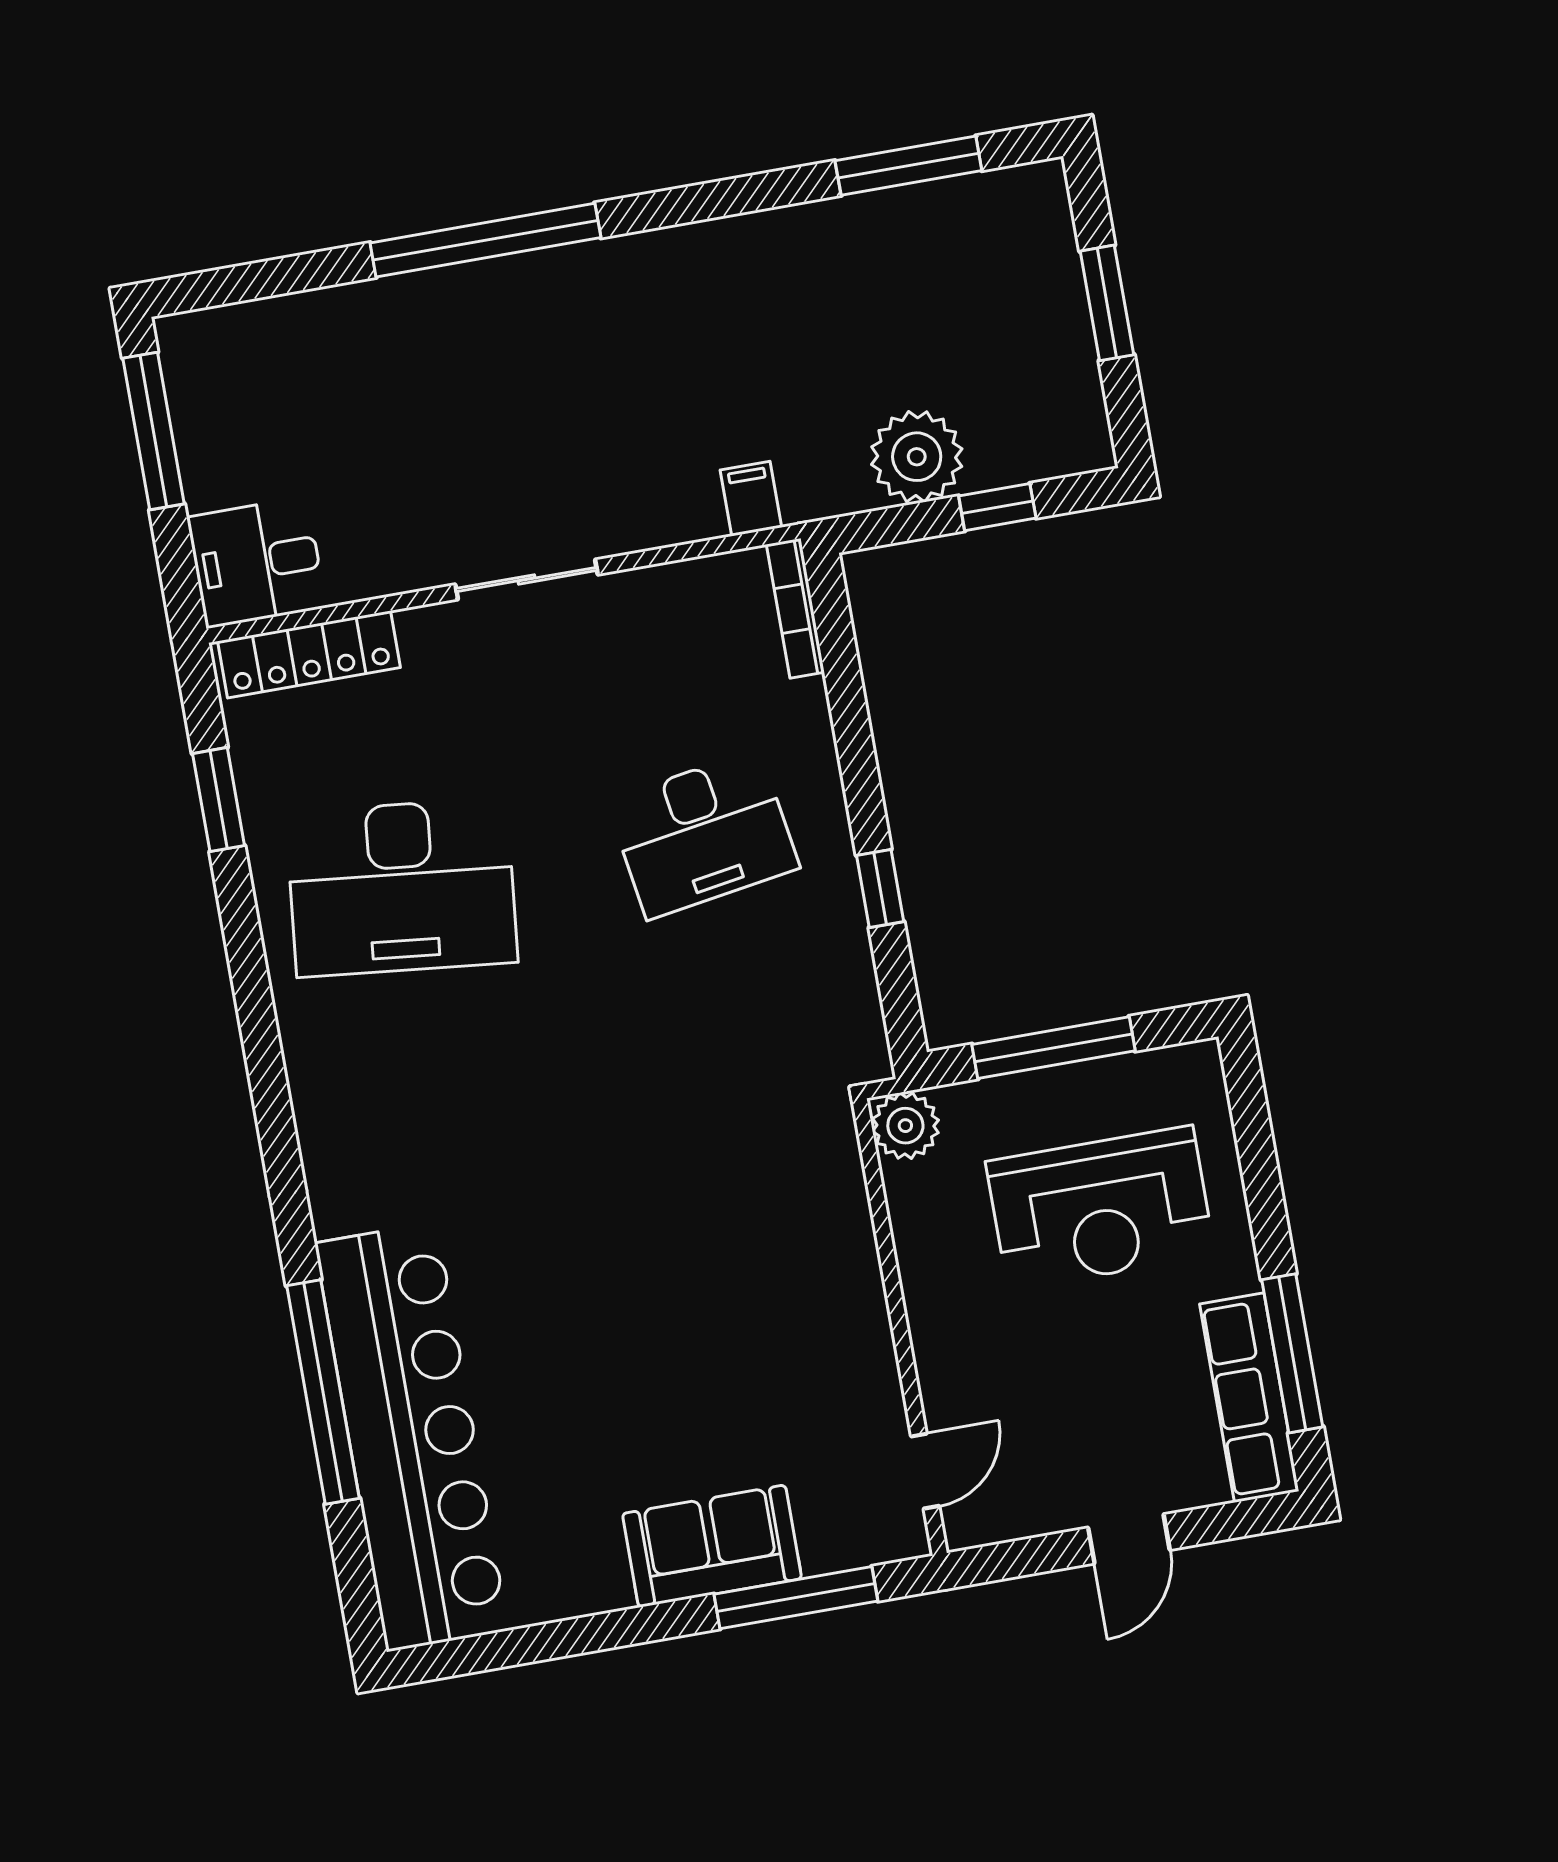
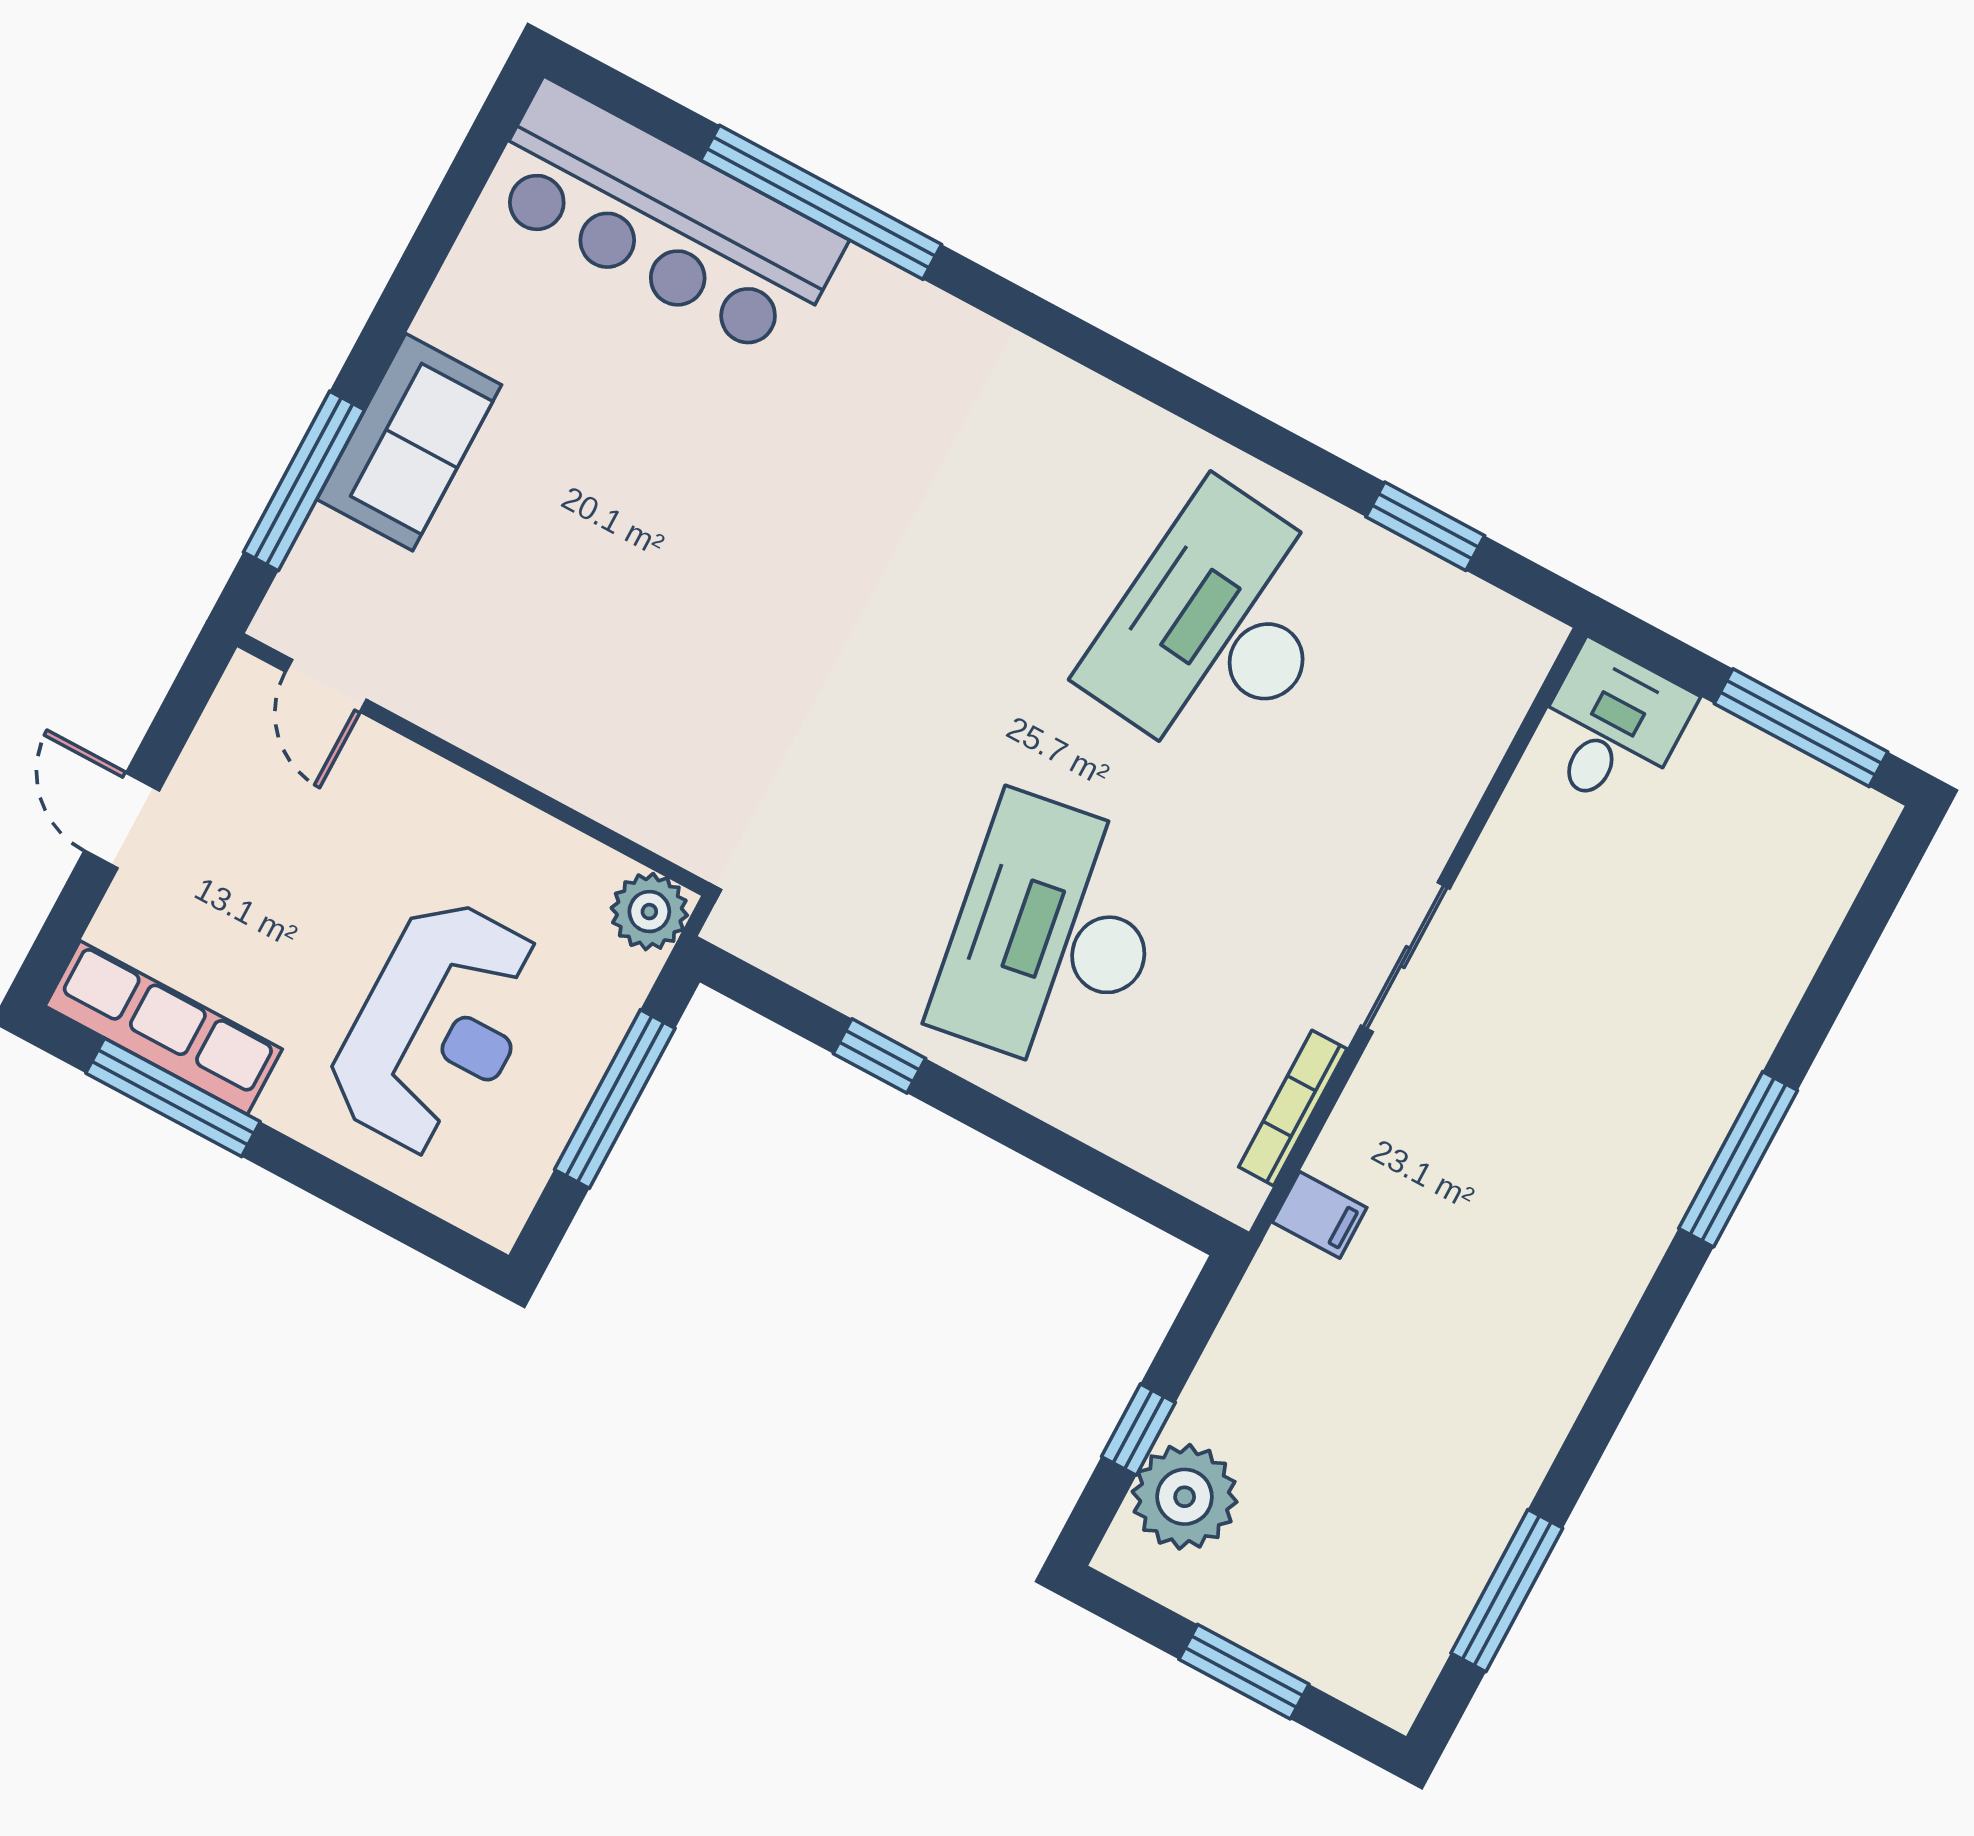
window: (485, 240) -> (1738, 1159), width x0.68
plant: (917, 457) -> (1185, 1497), moved
bookcase: (795, 608) -> (1293, 1108), moved, turned -90
locker: (309, 654) -> (1491, 710), removed
desk: (703, 834) -> (1053, 936), width x1.36, depth x1.30
reception desk: (1100, 1208) -> (438, 1028), turned 180
bar counter: (412, 1437) -> (663, 220), width x0.73

